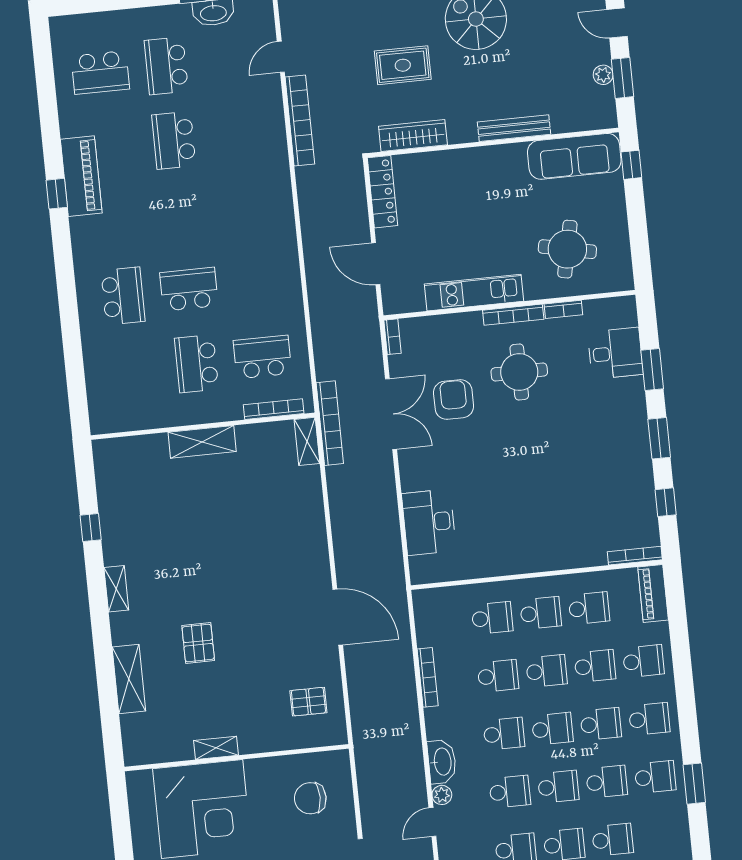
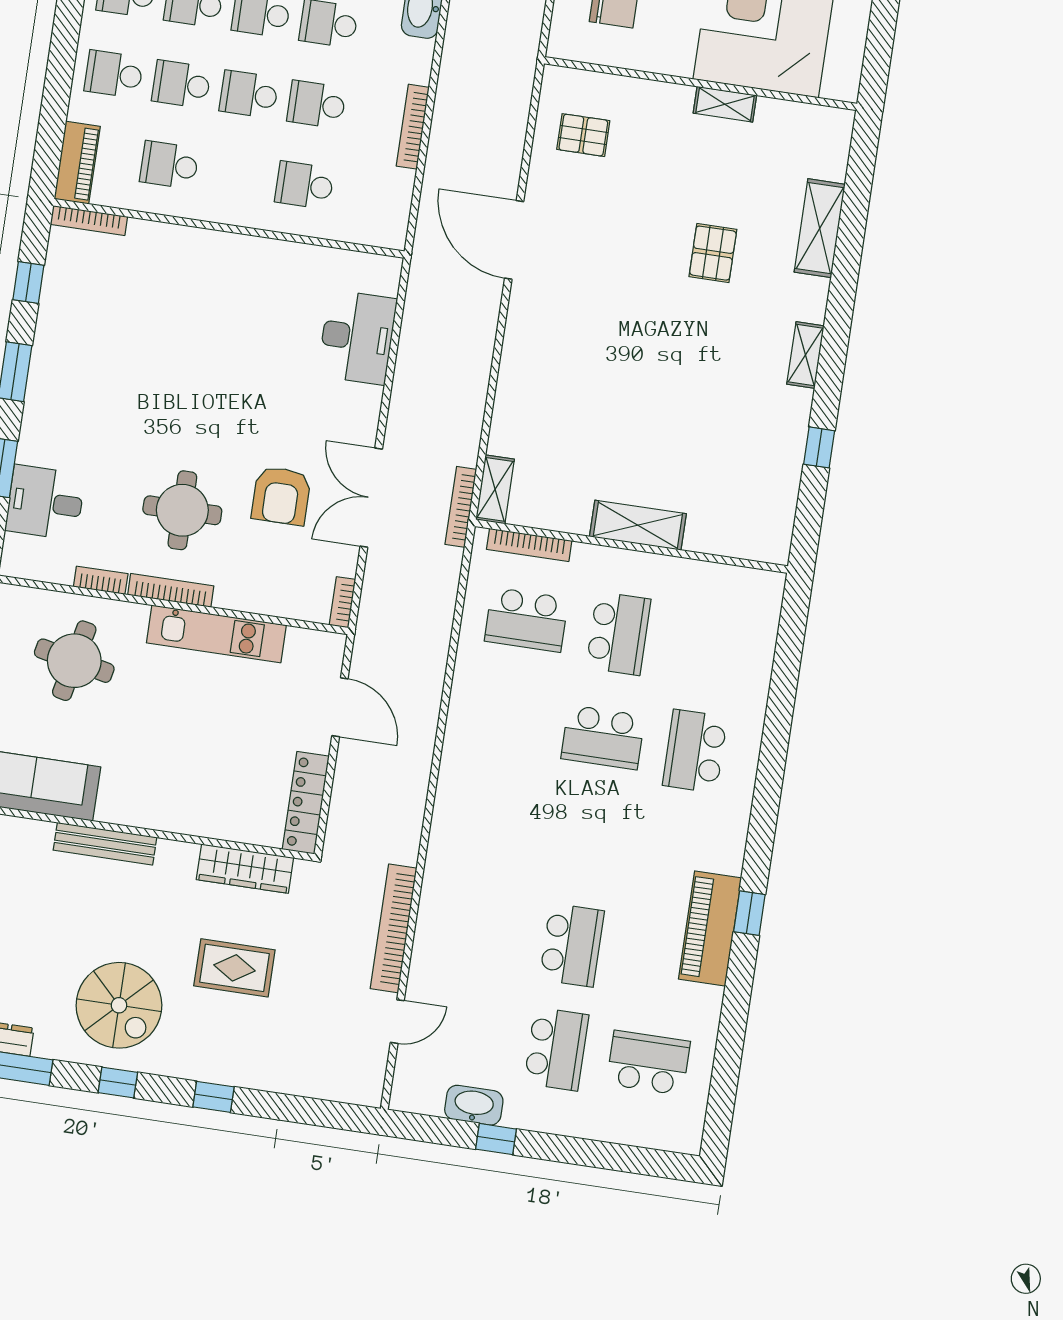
bookcase: (330, 423) -> (461, 507), width x0.68, depth x0.76
school desk: (541, 613) -> (237, 175), removed

